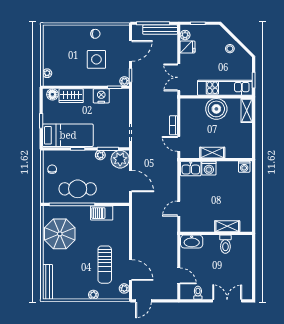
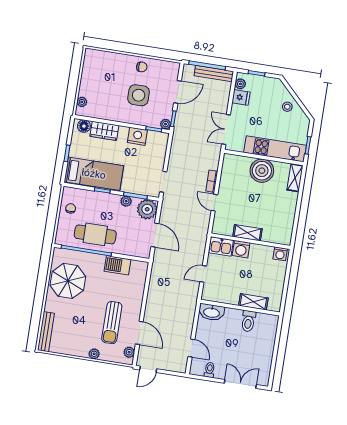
shelving: (212, 153) -> (247, 233), moved
wall: (216, 160) -> (251, 241), moved
washing machine: (244, 167) -> (280, 254), moved
washing machine: (209, 168) -> (241, 249), moved
kitchen sink: (191, 169) -> (221, 246), moved

